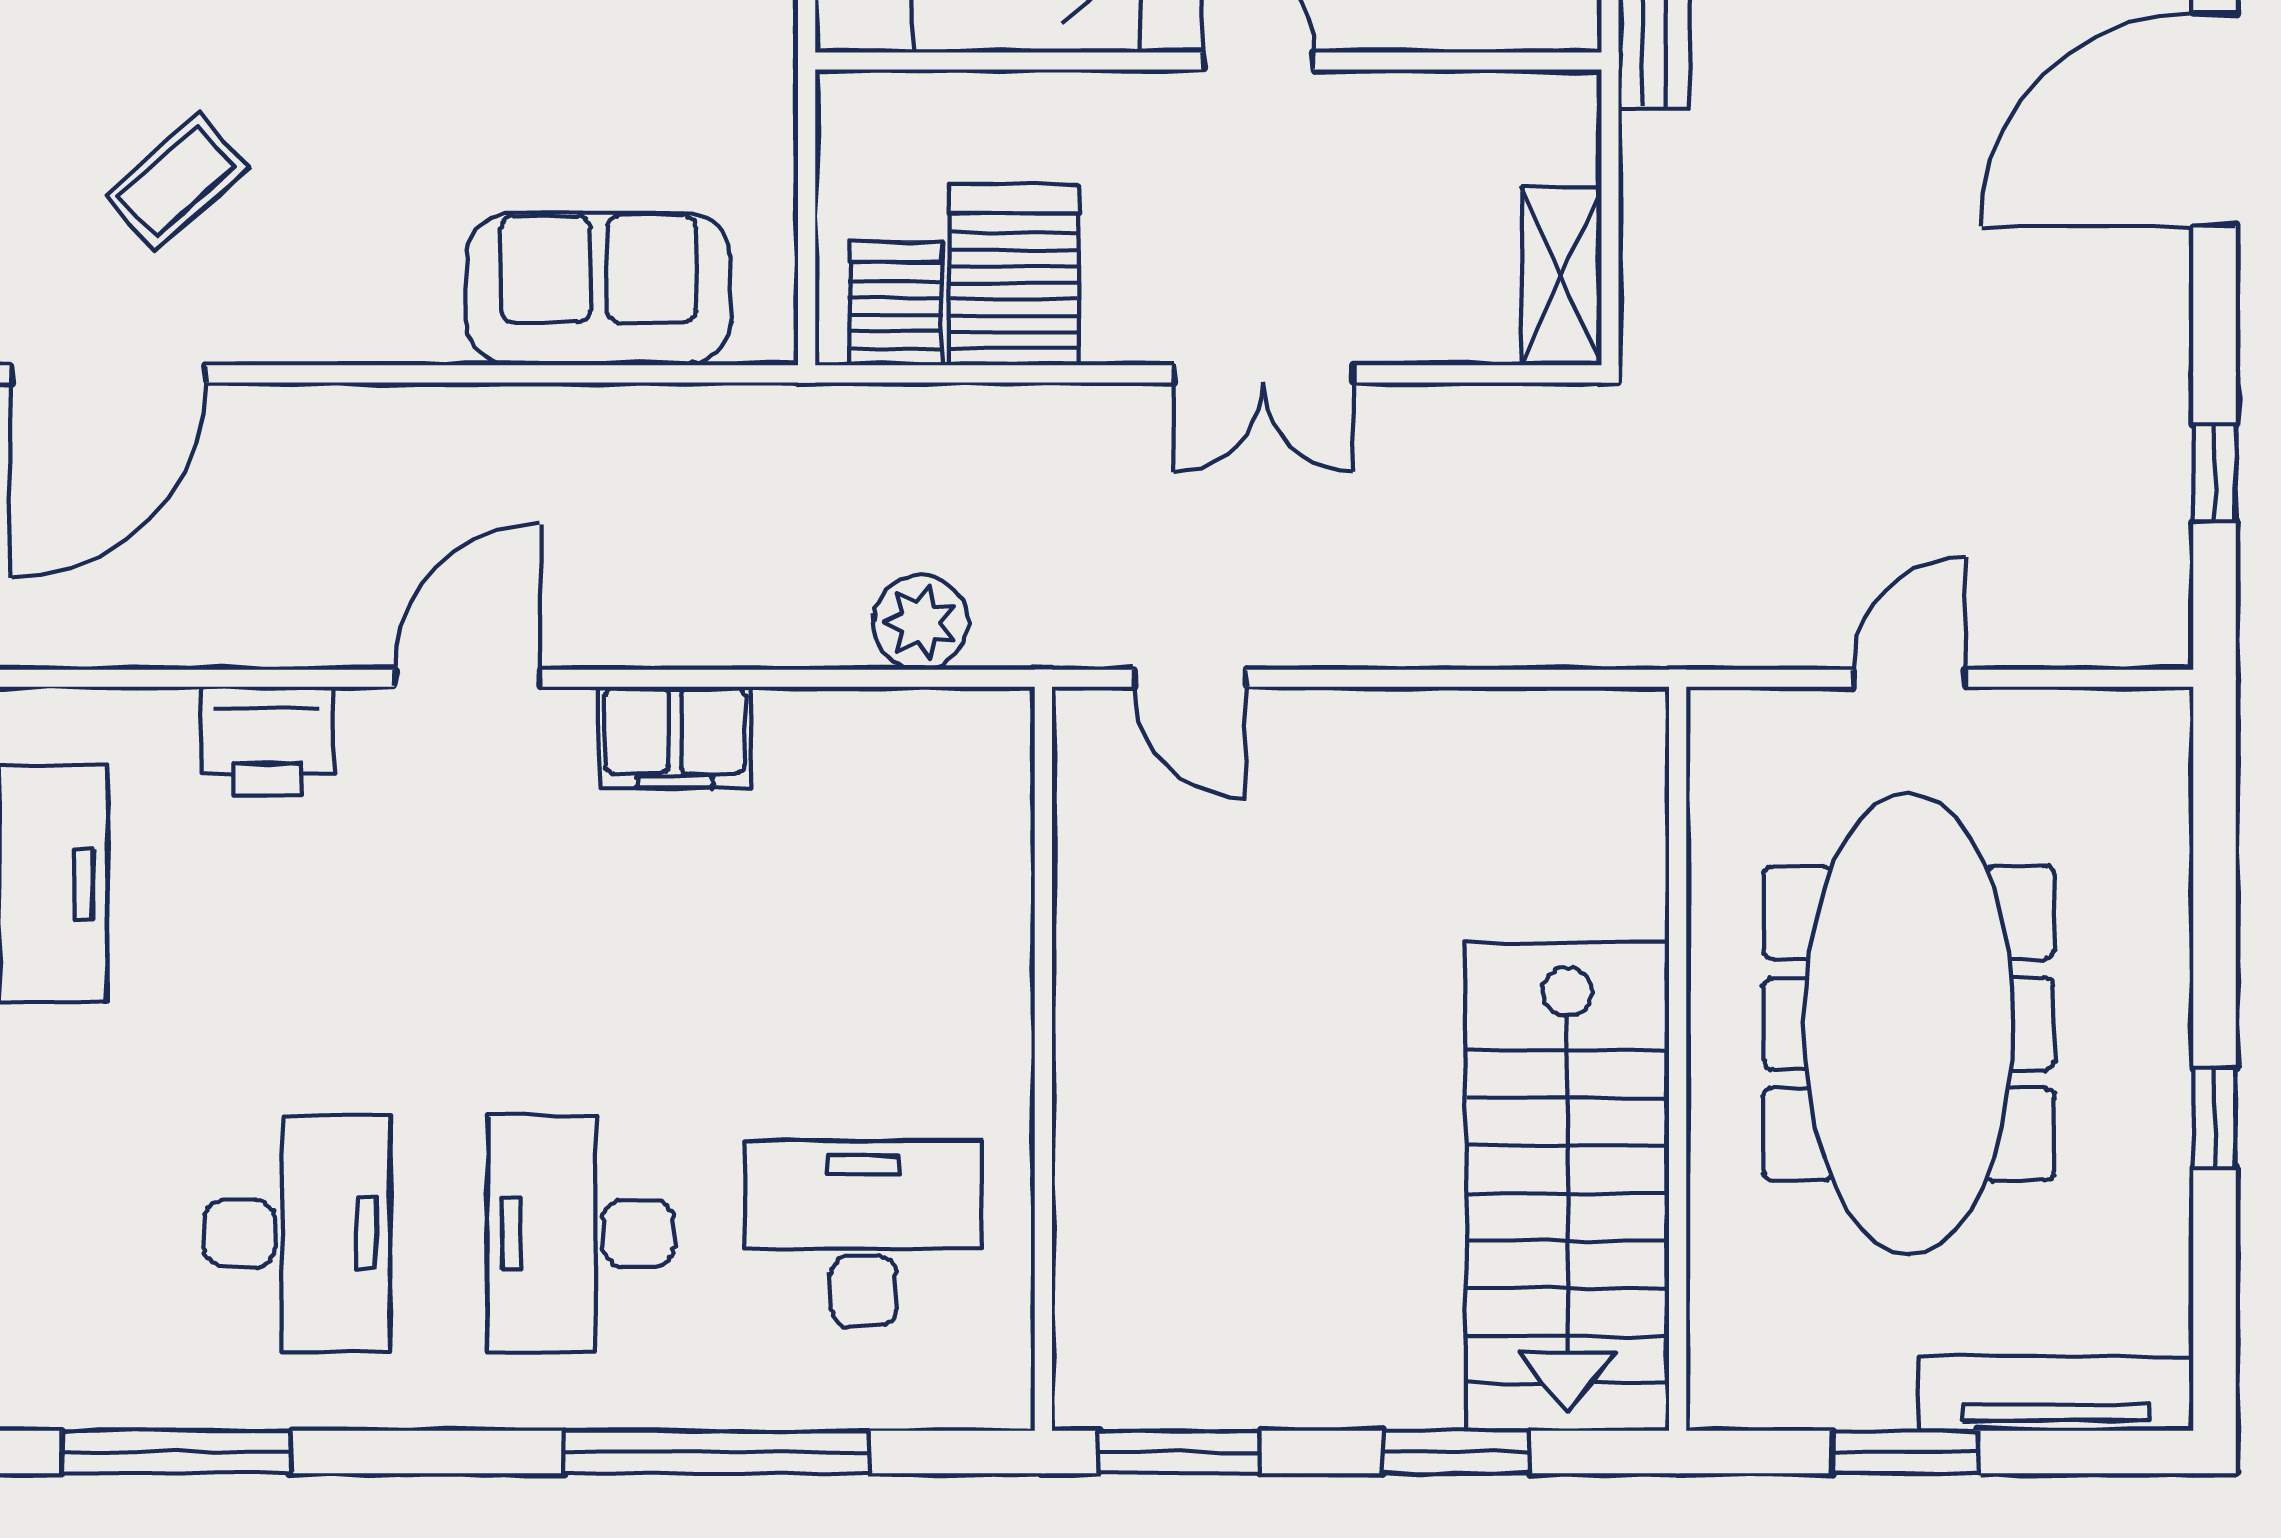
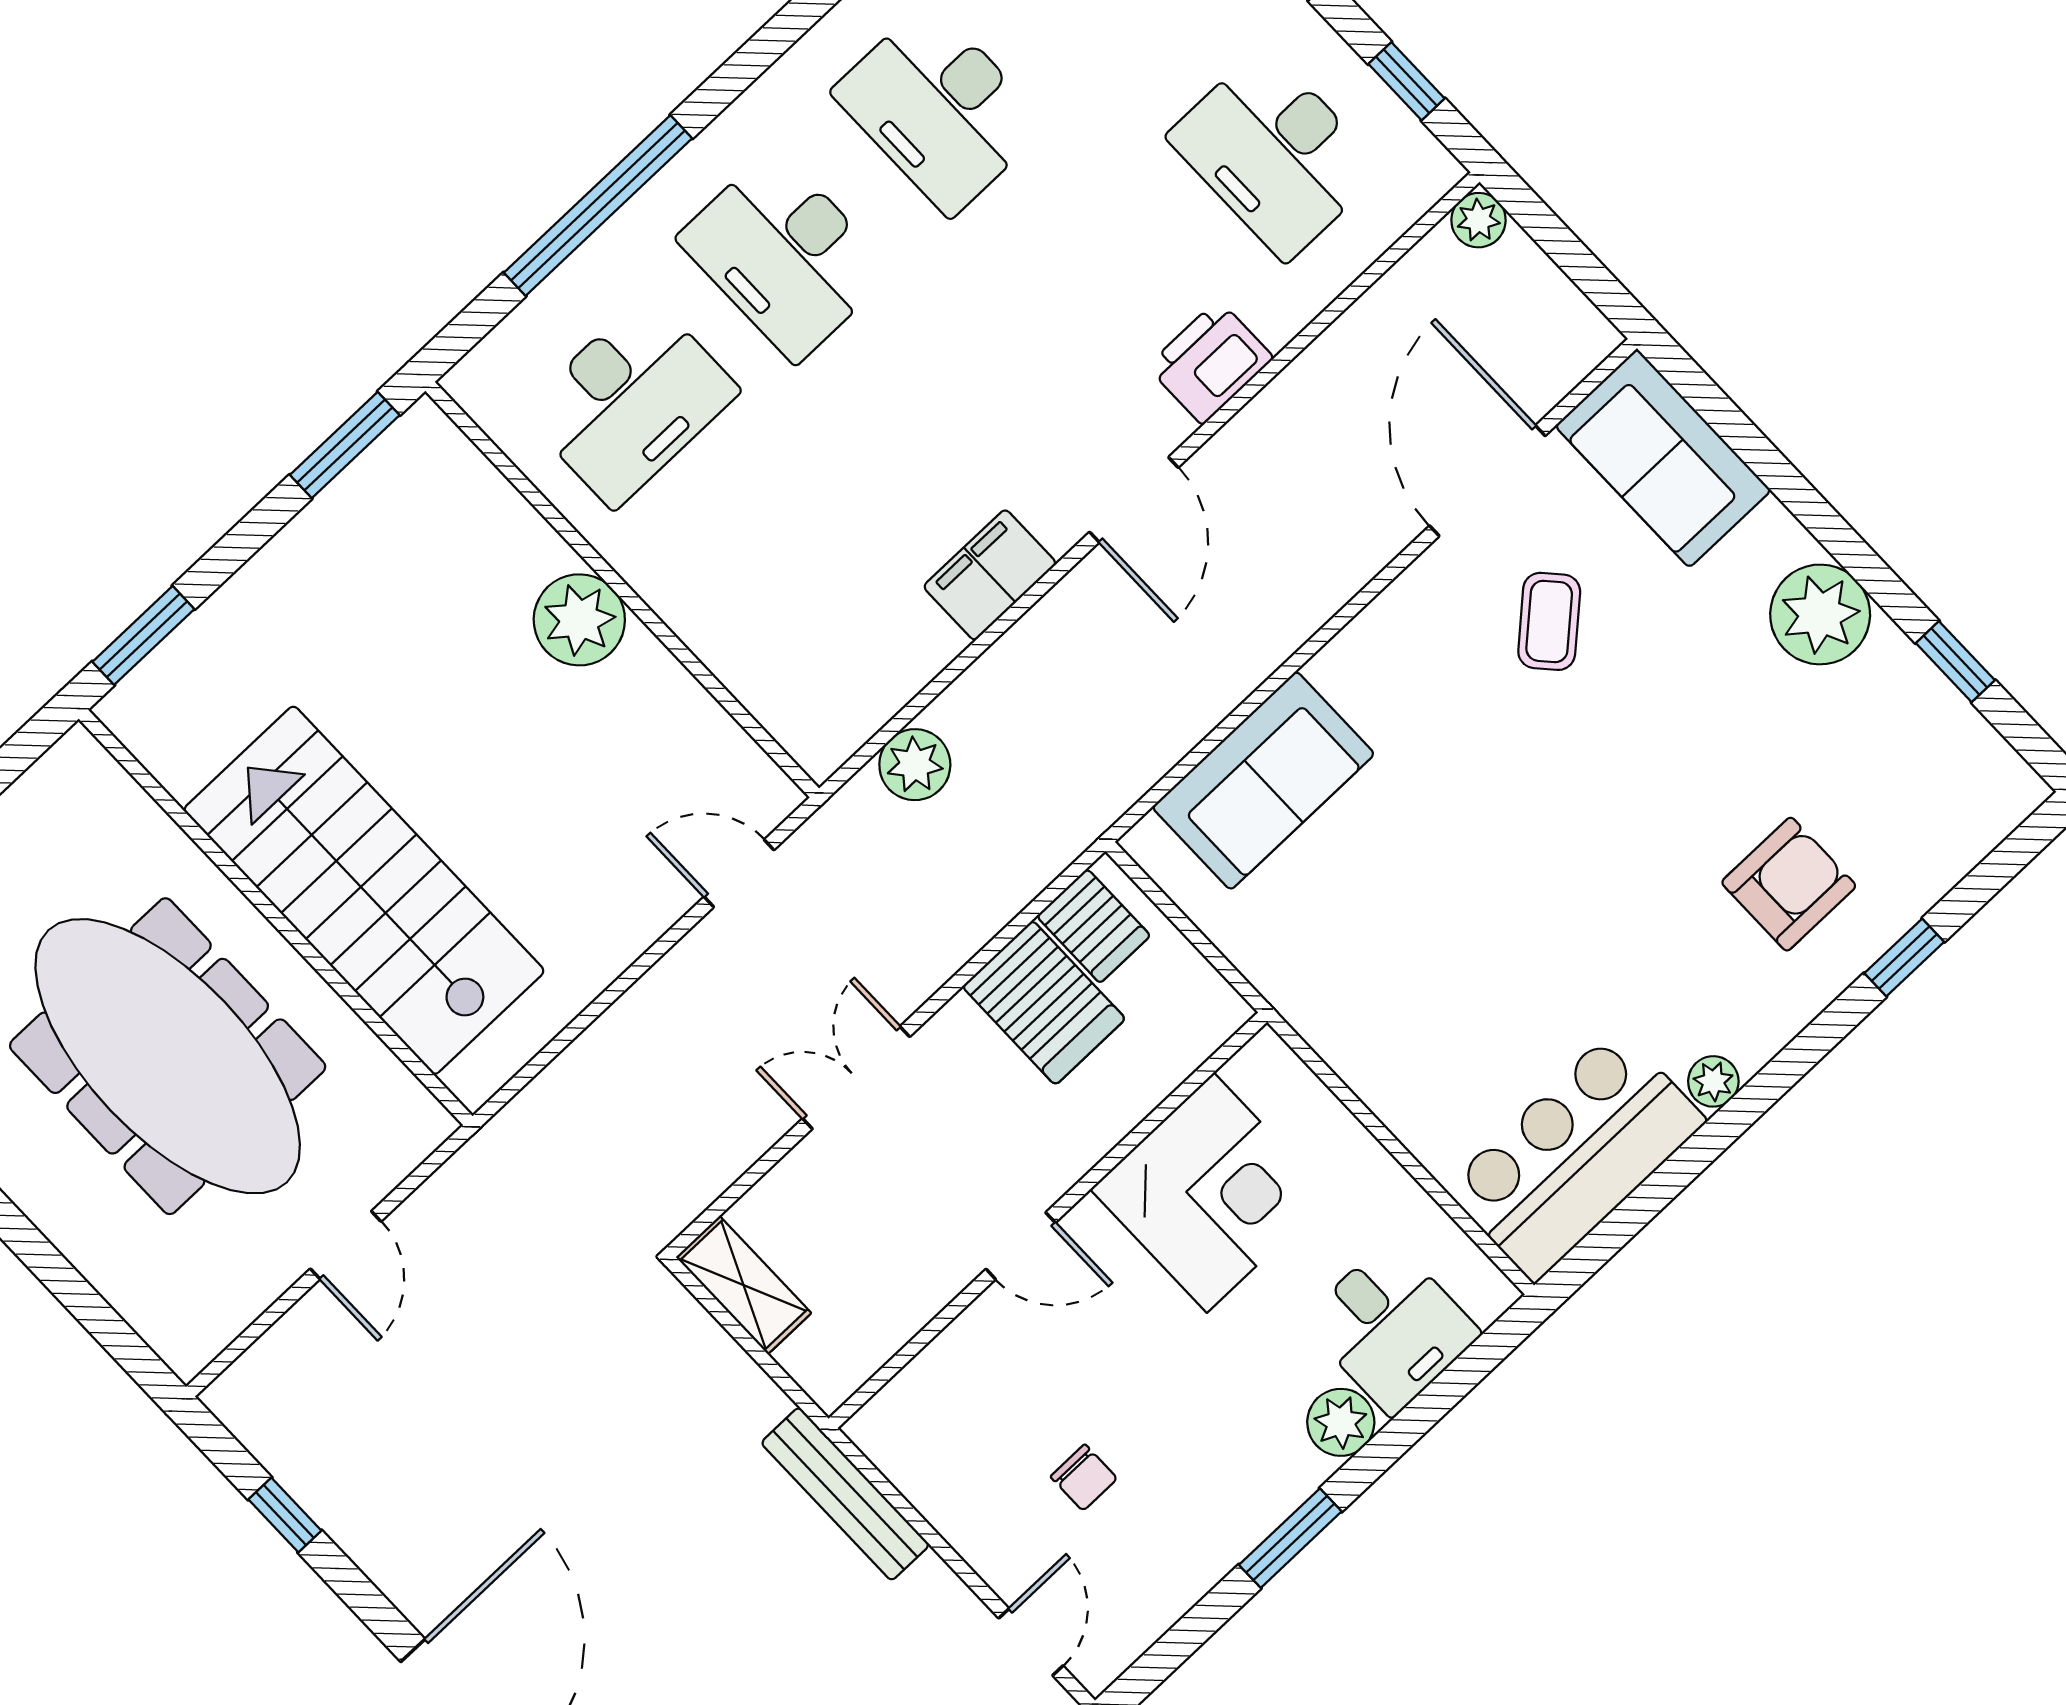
plant: (1113, 1069) -> (579, 620), added
stairs: (1567, 1187) -> (364, 890), moved
desk: (580, 1234) -> (785, 255), turned 180
window: (1456, 1452) -> (143, 635), moved

